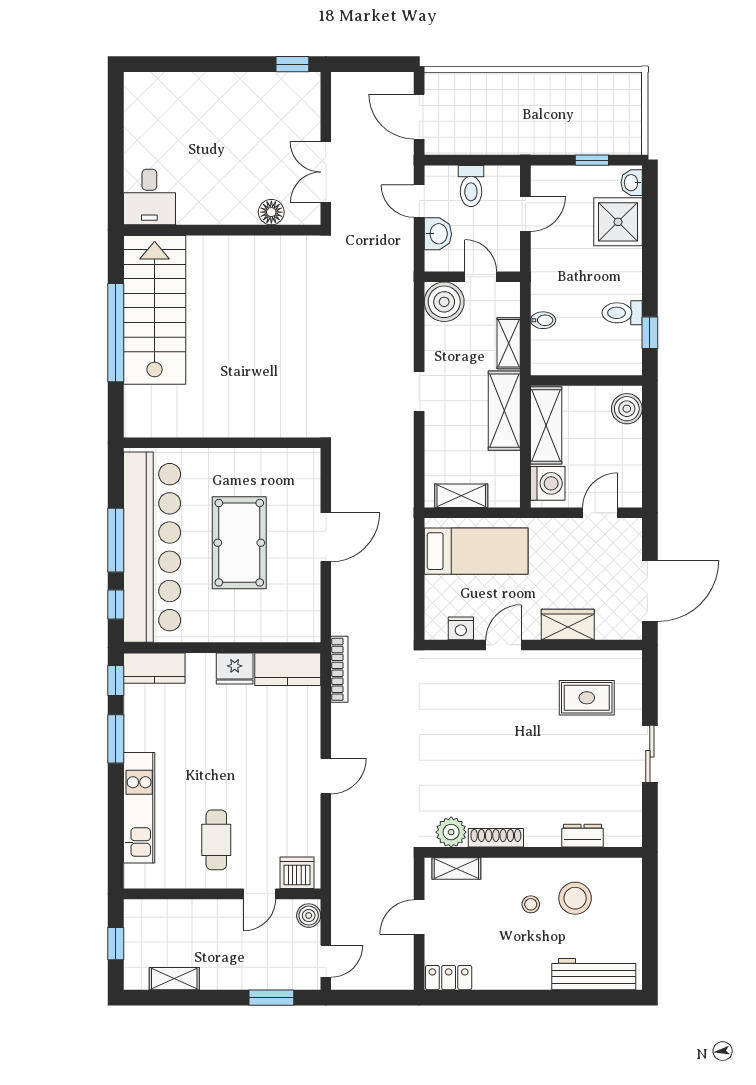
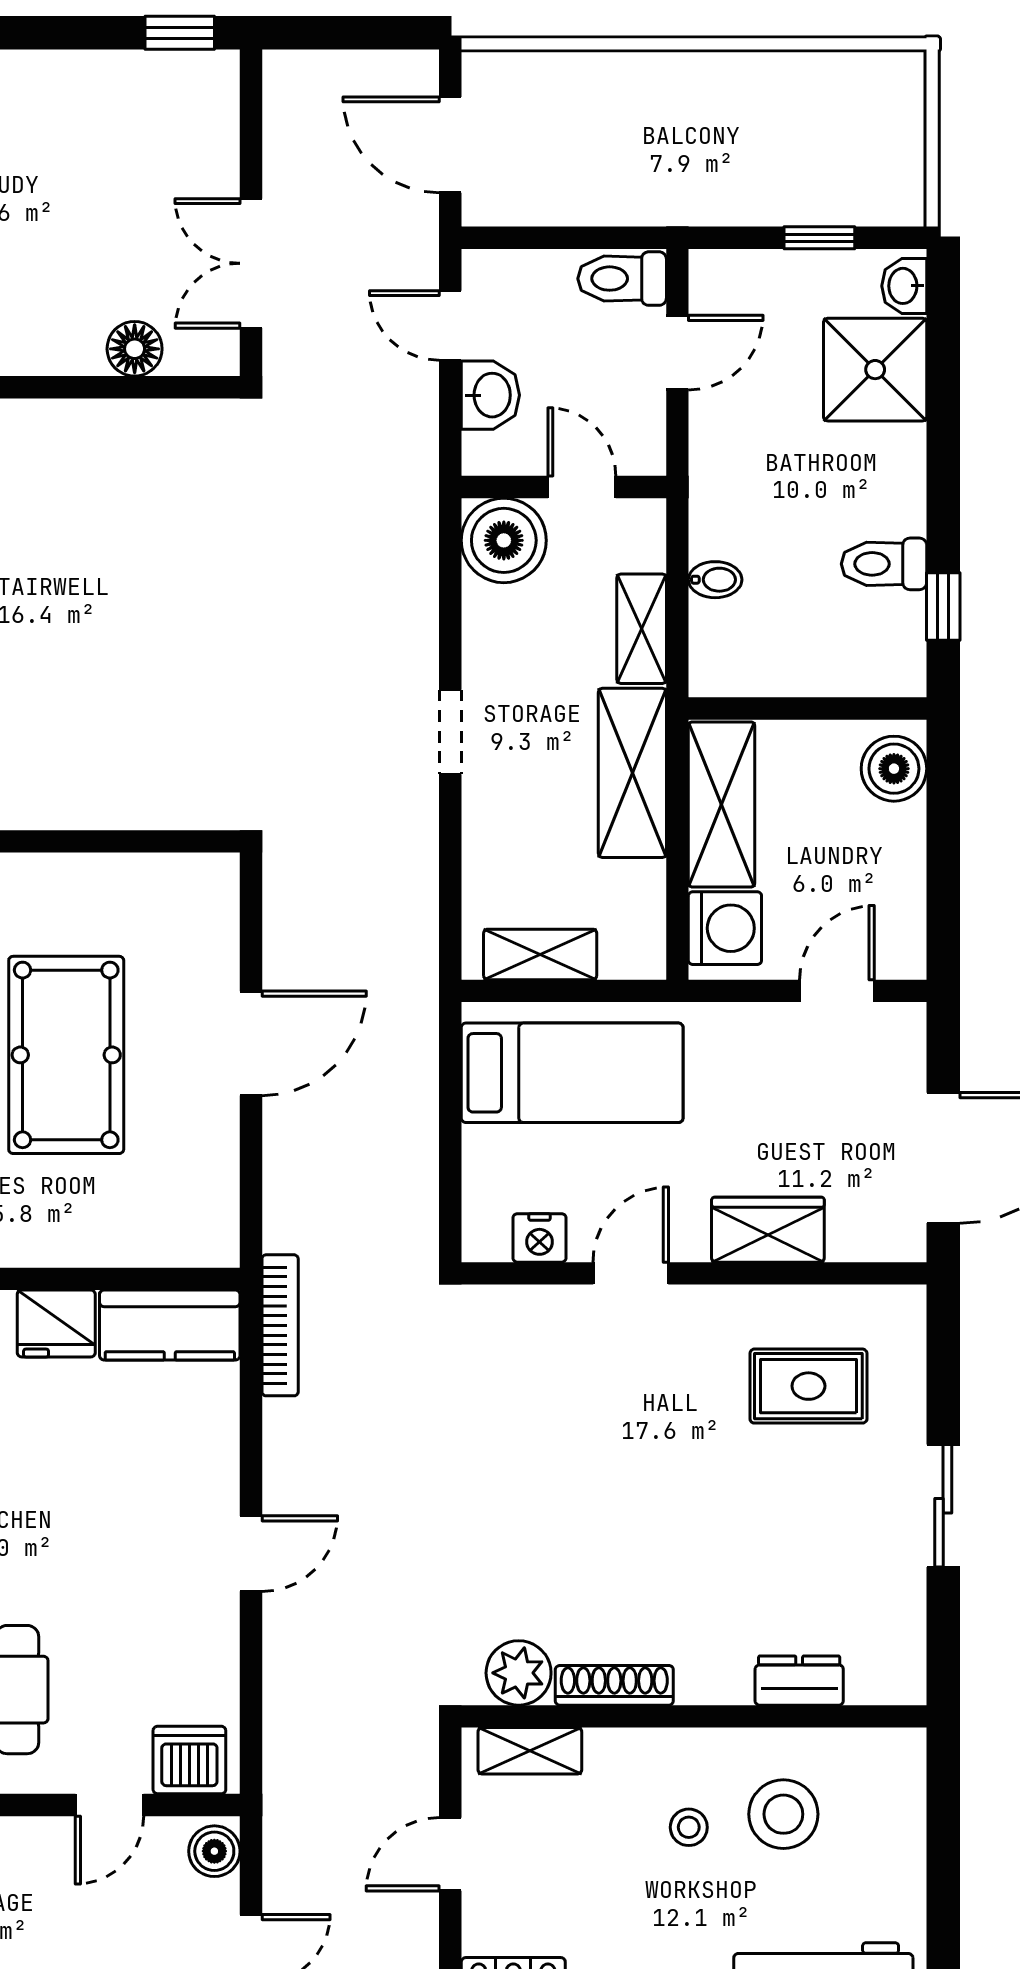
toilet: (471, 186) -> (622, 279), moved, turned 90

